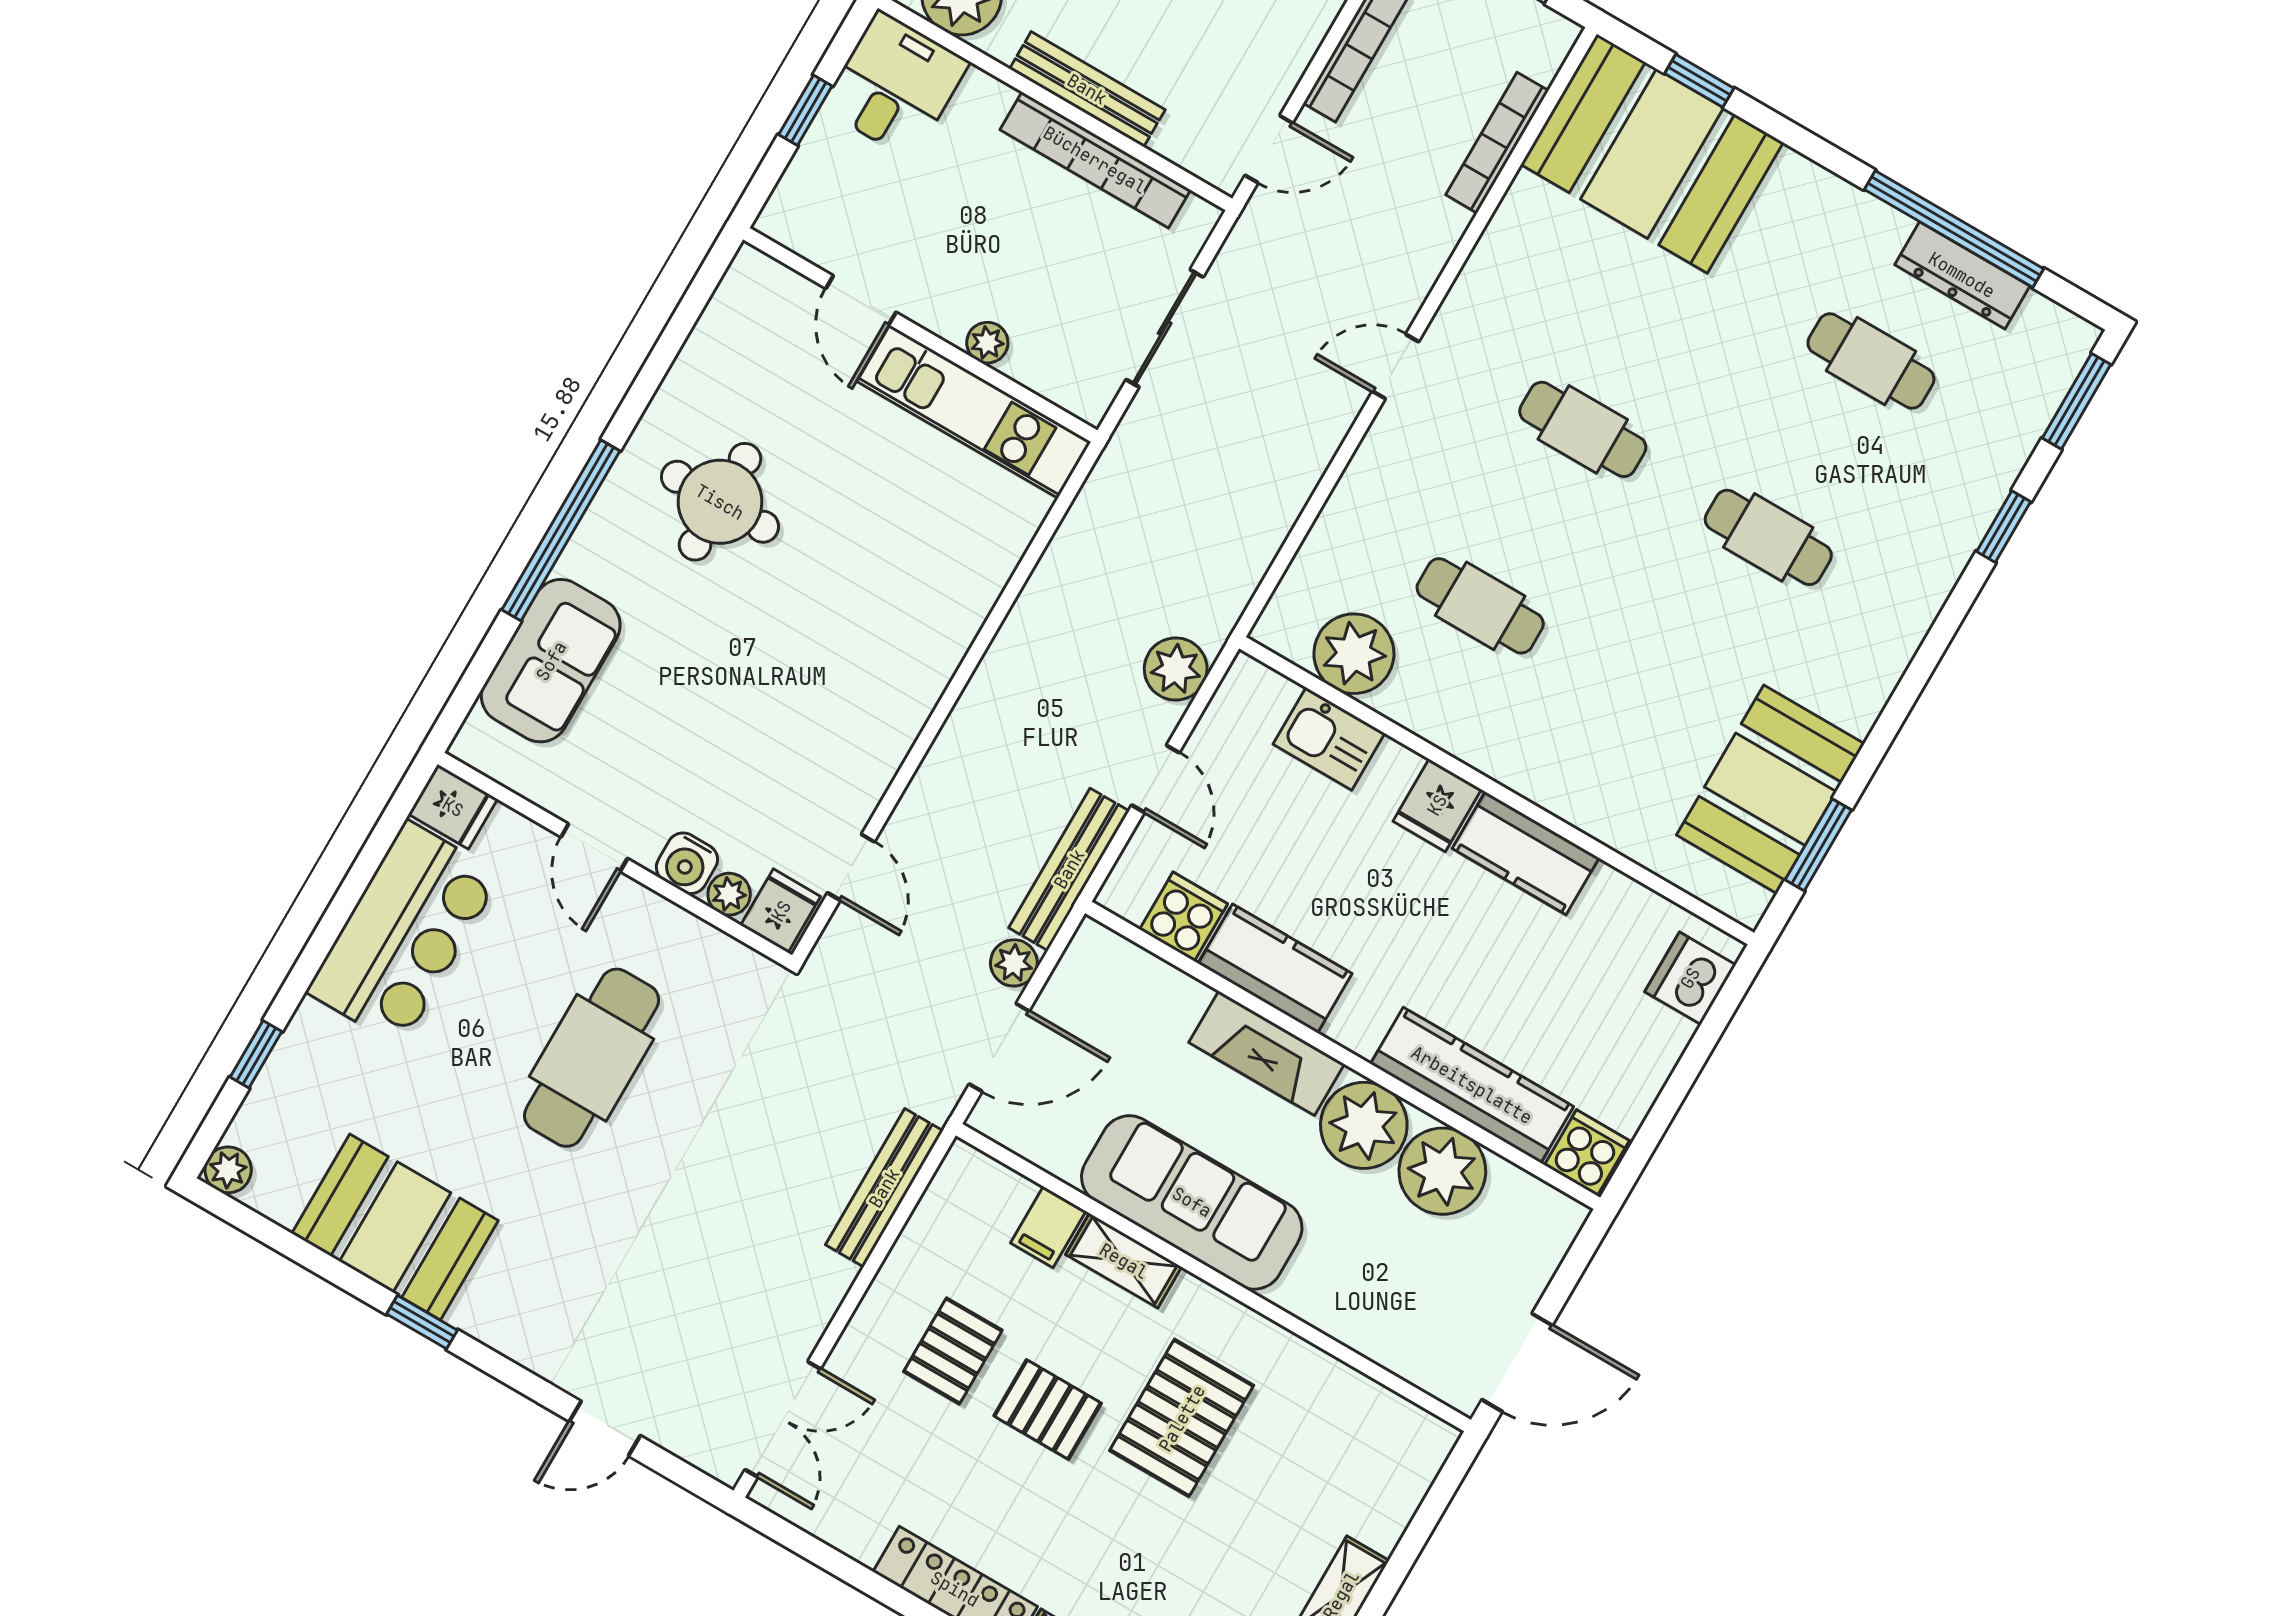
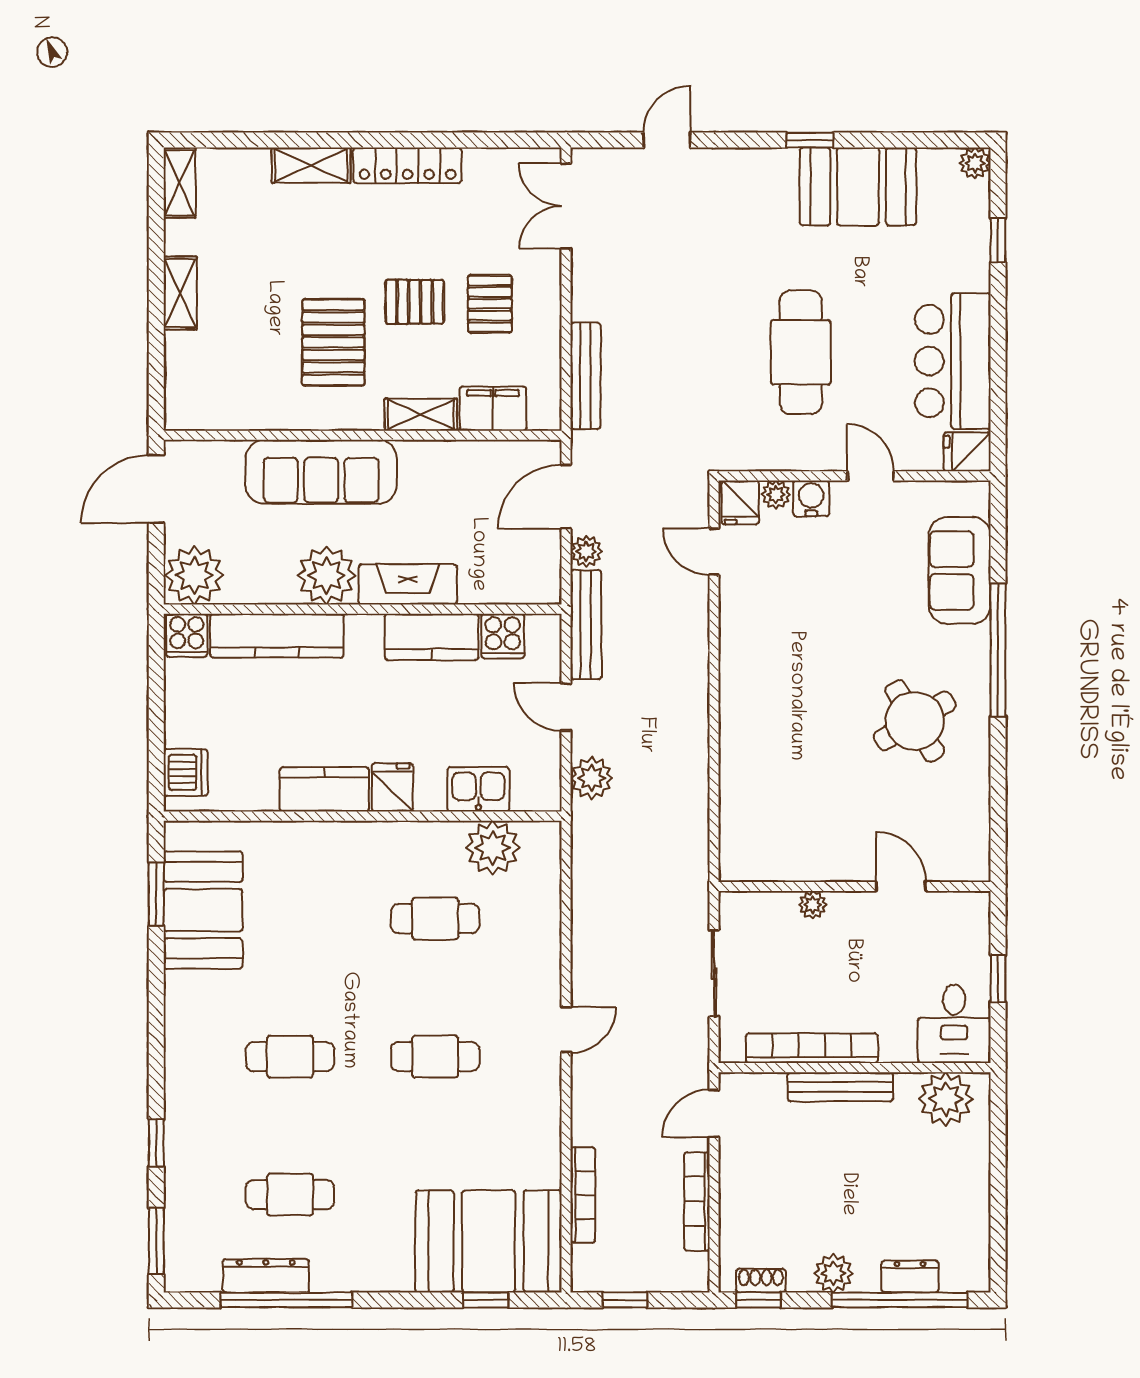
kitchen unit: (974, 412) -> (797, 860), removed
round table: (720, 502) -> (915, 721), turned -31
plant: (1442, 1171) -> (194, 575), moved
sofa: (1192, 1202) -> (321, 472), moved
filing cabinet: (1048, 1227) -> (493, 409), width x2.00

